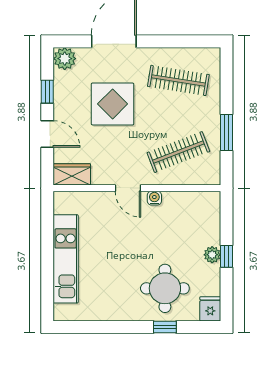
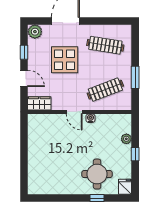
plant: (212, 255) -> (126, 139), moved
kitchen unit: (66, 259) -> (35, 156), removed

